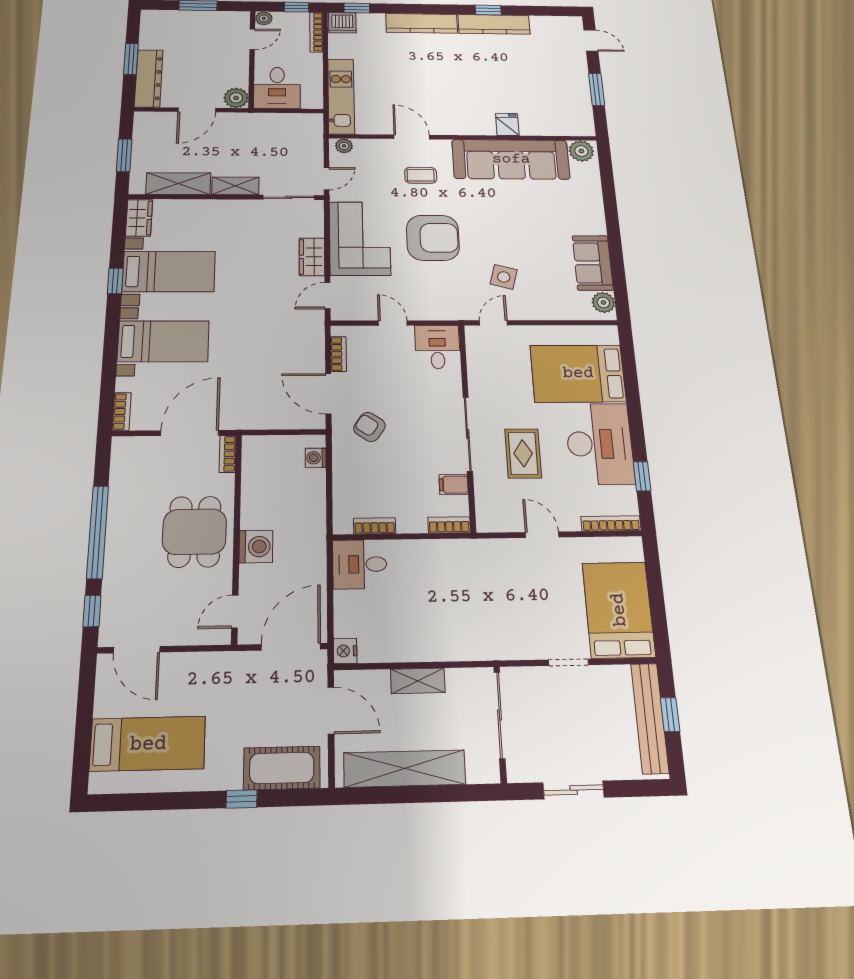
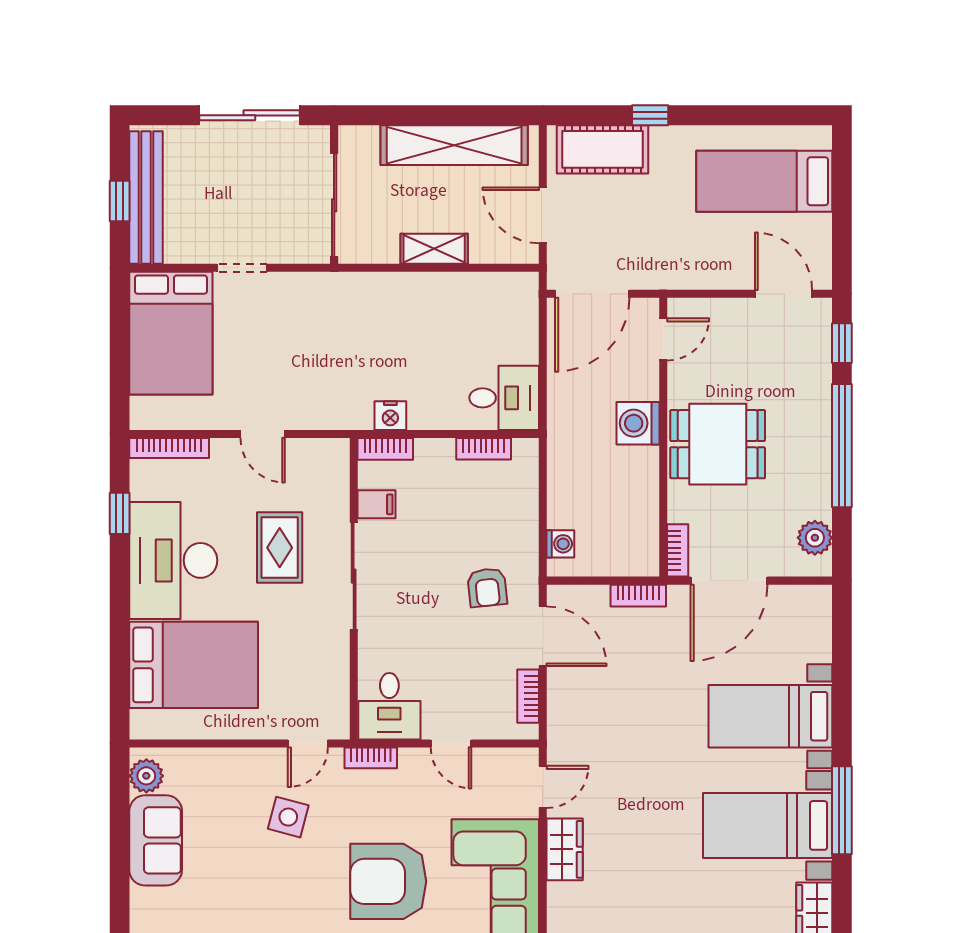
window: (115, 281) -> (842, 810), width x2.17
bookcase: (449, 314) -> (371, 758), added
bookcase: (122, 412) -> (638, 596), moved, turned -90
armchair: (370, 427) -> (487, 587), turned 50
plant: (123, 464) -> (815, 538), added
dining table: (194, 532) -> (718, 444), turned 90
nightstand: (345, 651) -> (390, 416), moved, turned 90
sliding door: (574, 790) -> (249, 115), width x1.37

